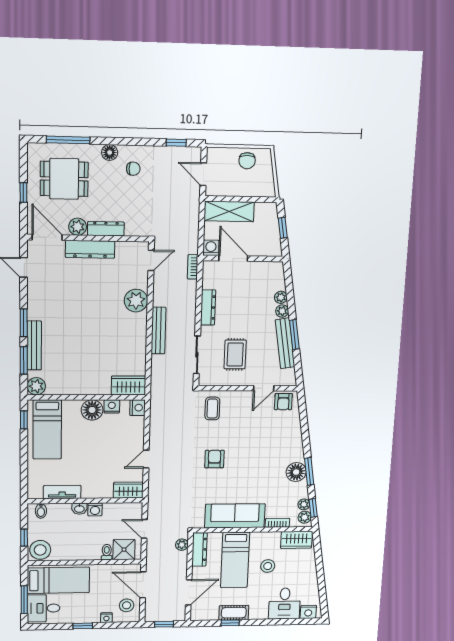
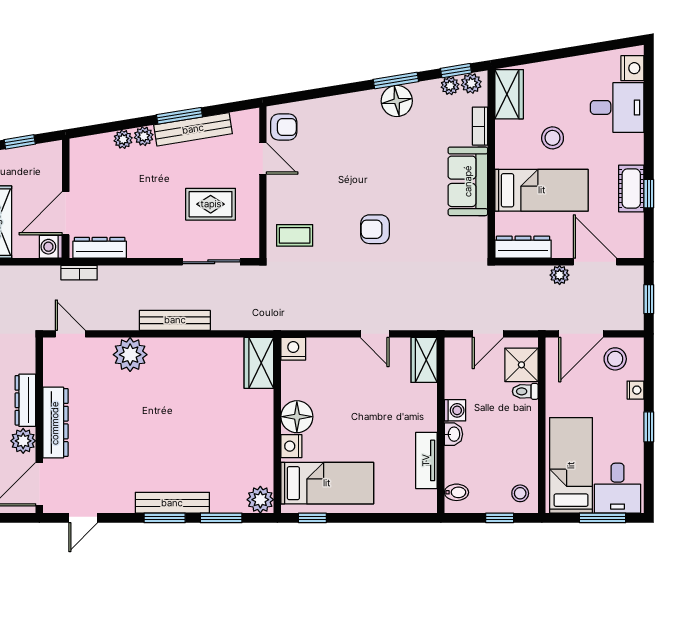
dresser: (208, 307) -> (100, 248), moved
bench: (34, 345) -> (172, 503), moved
nightstand: (112, 406) -> (291, 446), moved
sofa: (235, 516) -> (468, 181), width x0.73
plant: (182, 545) -> (560, 275), moved
stool: (40, 550) -> (520, 493), width x0.53, depth x0.53

